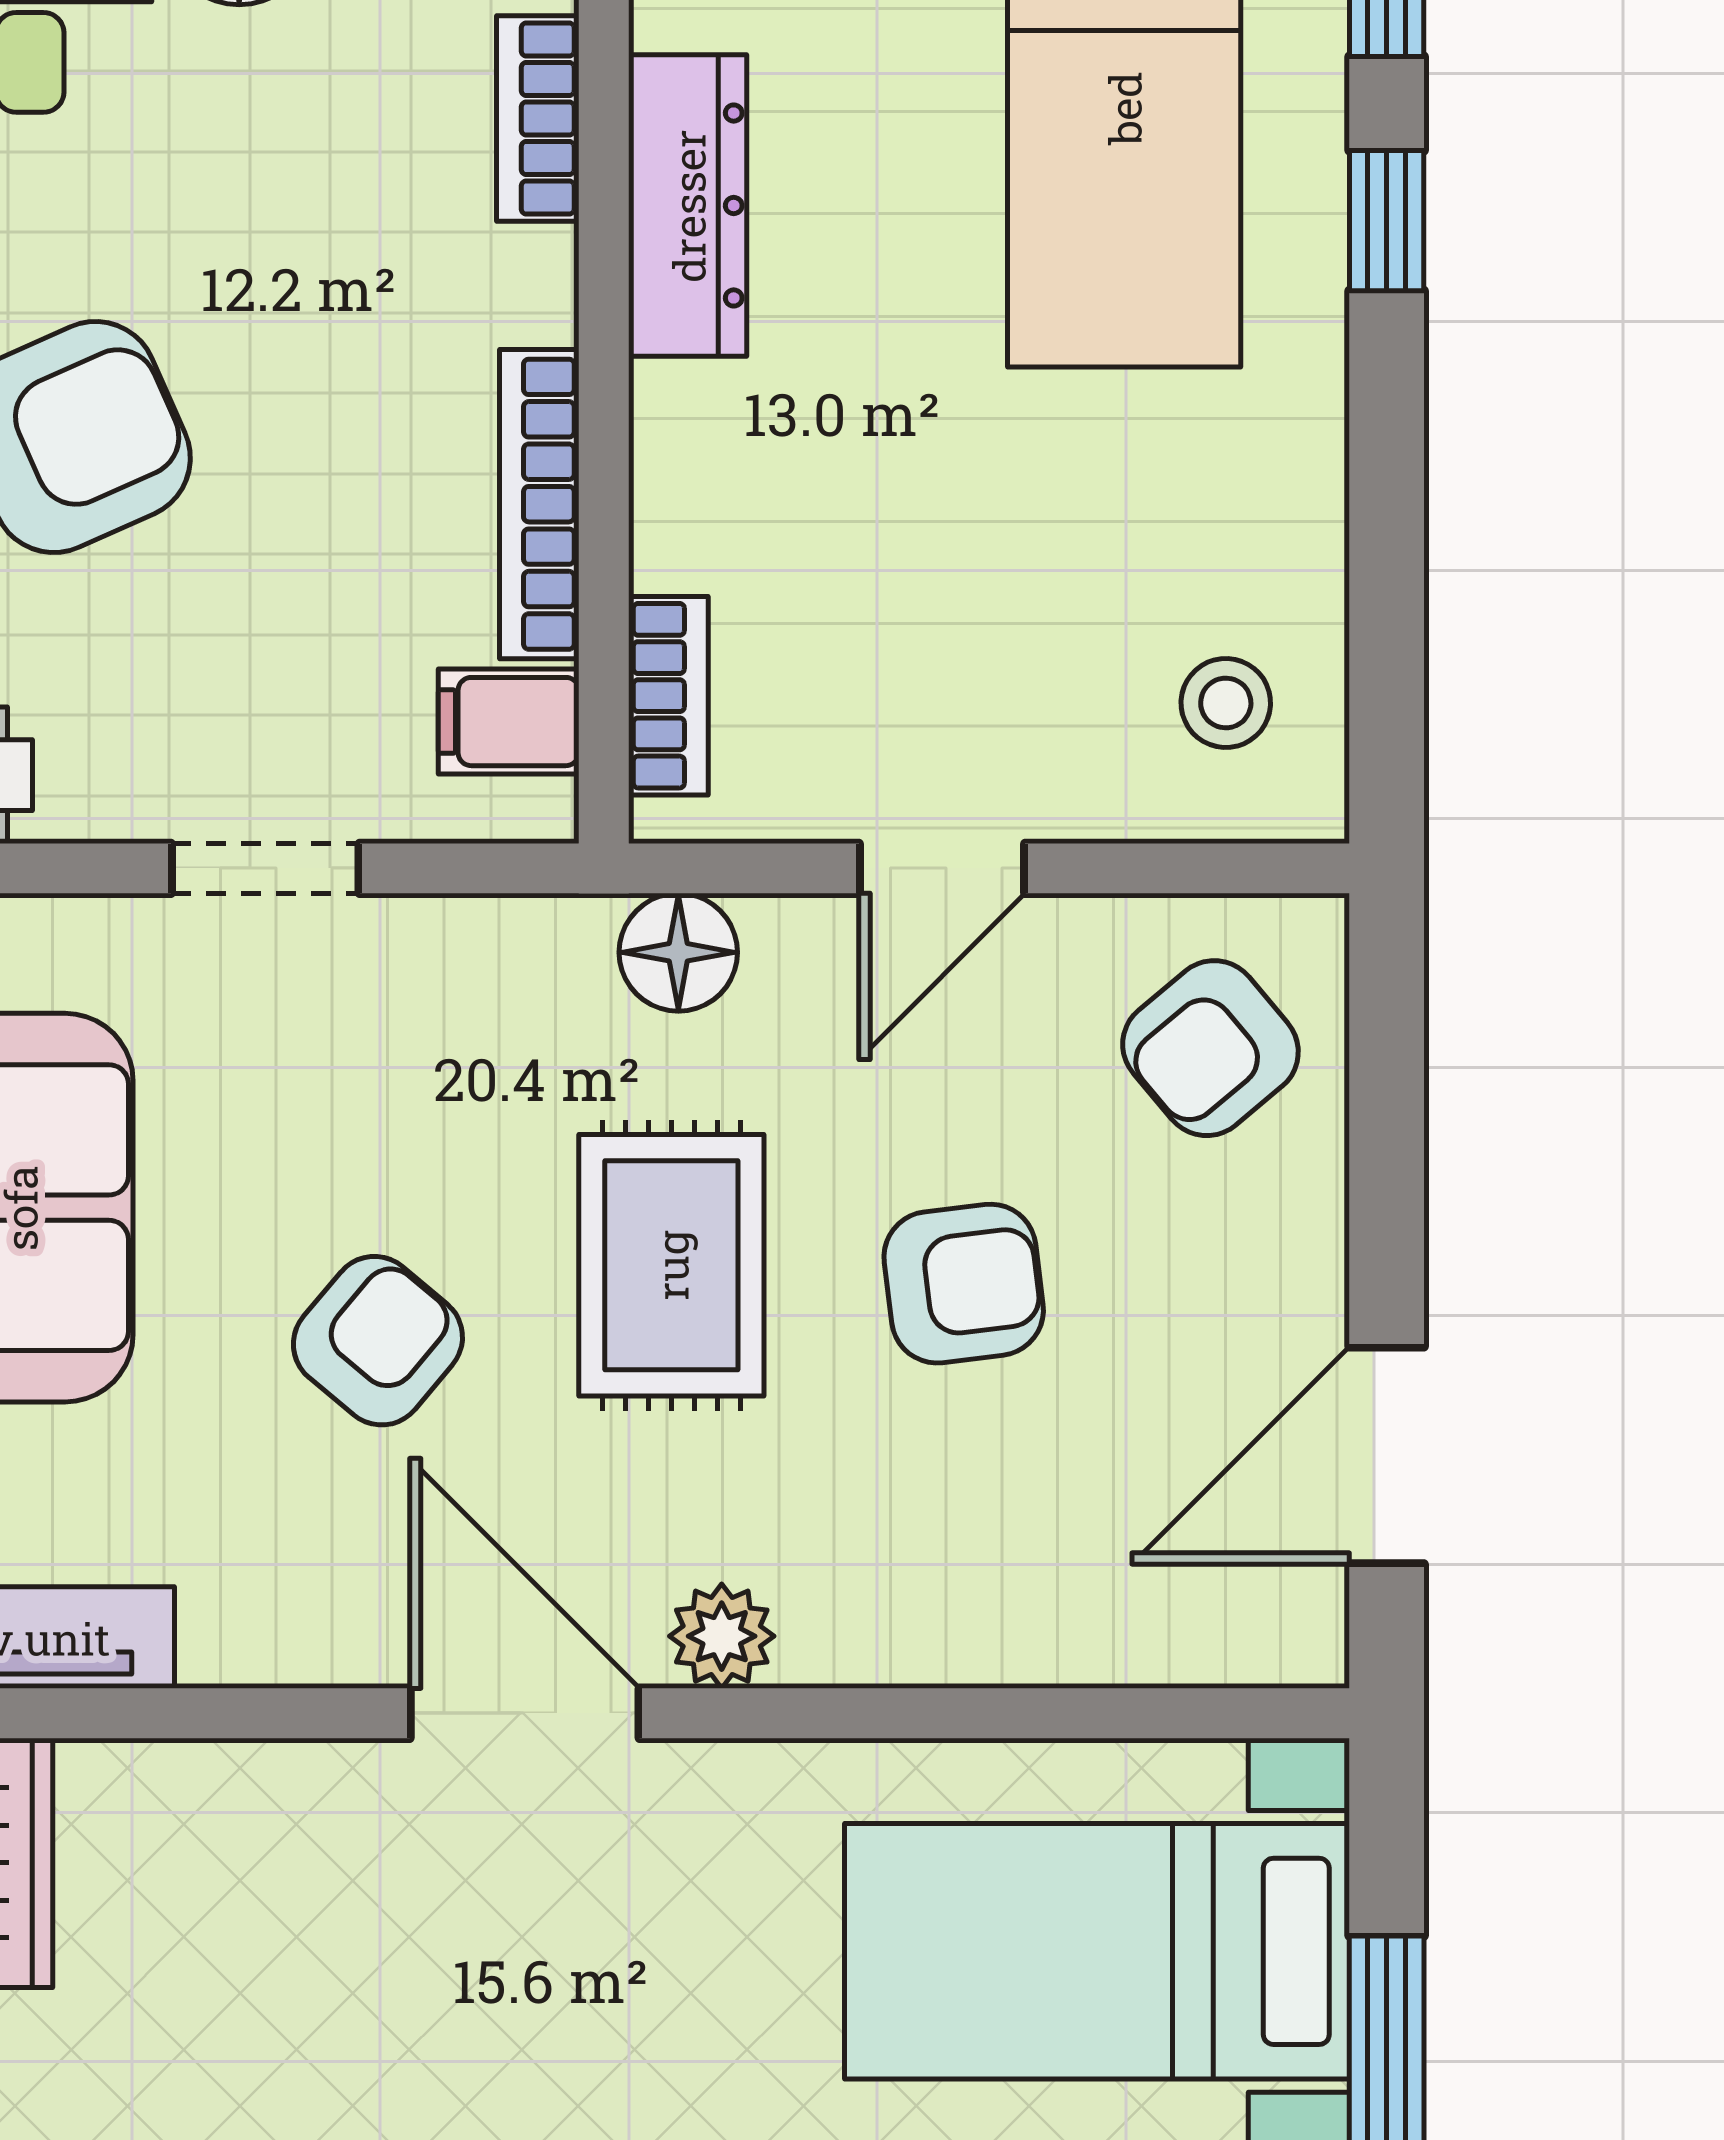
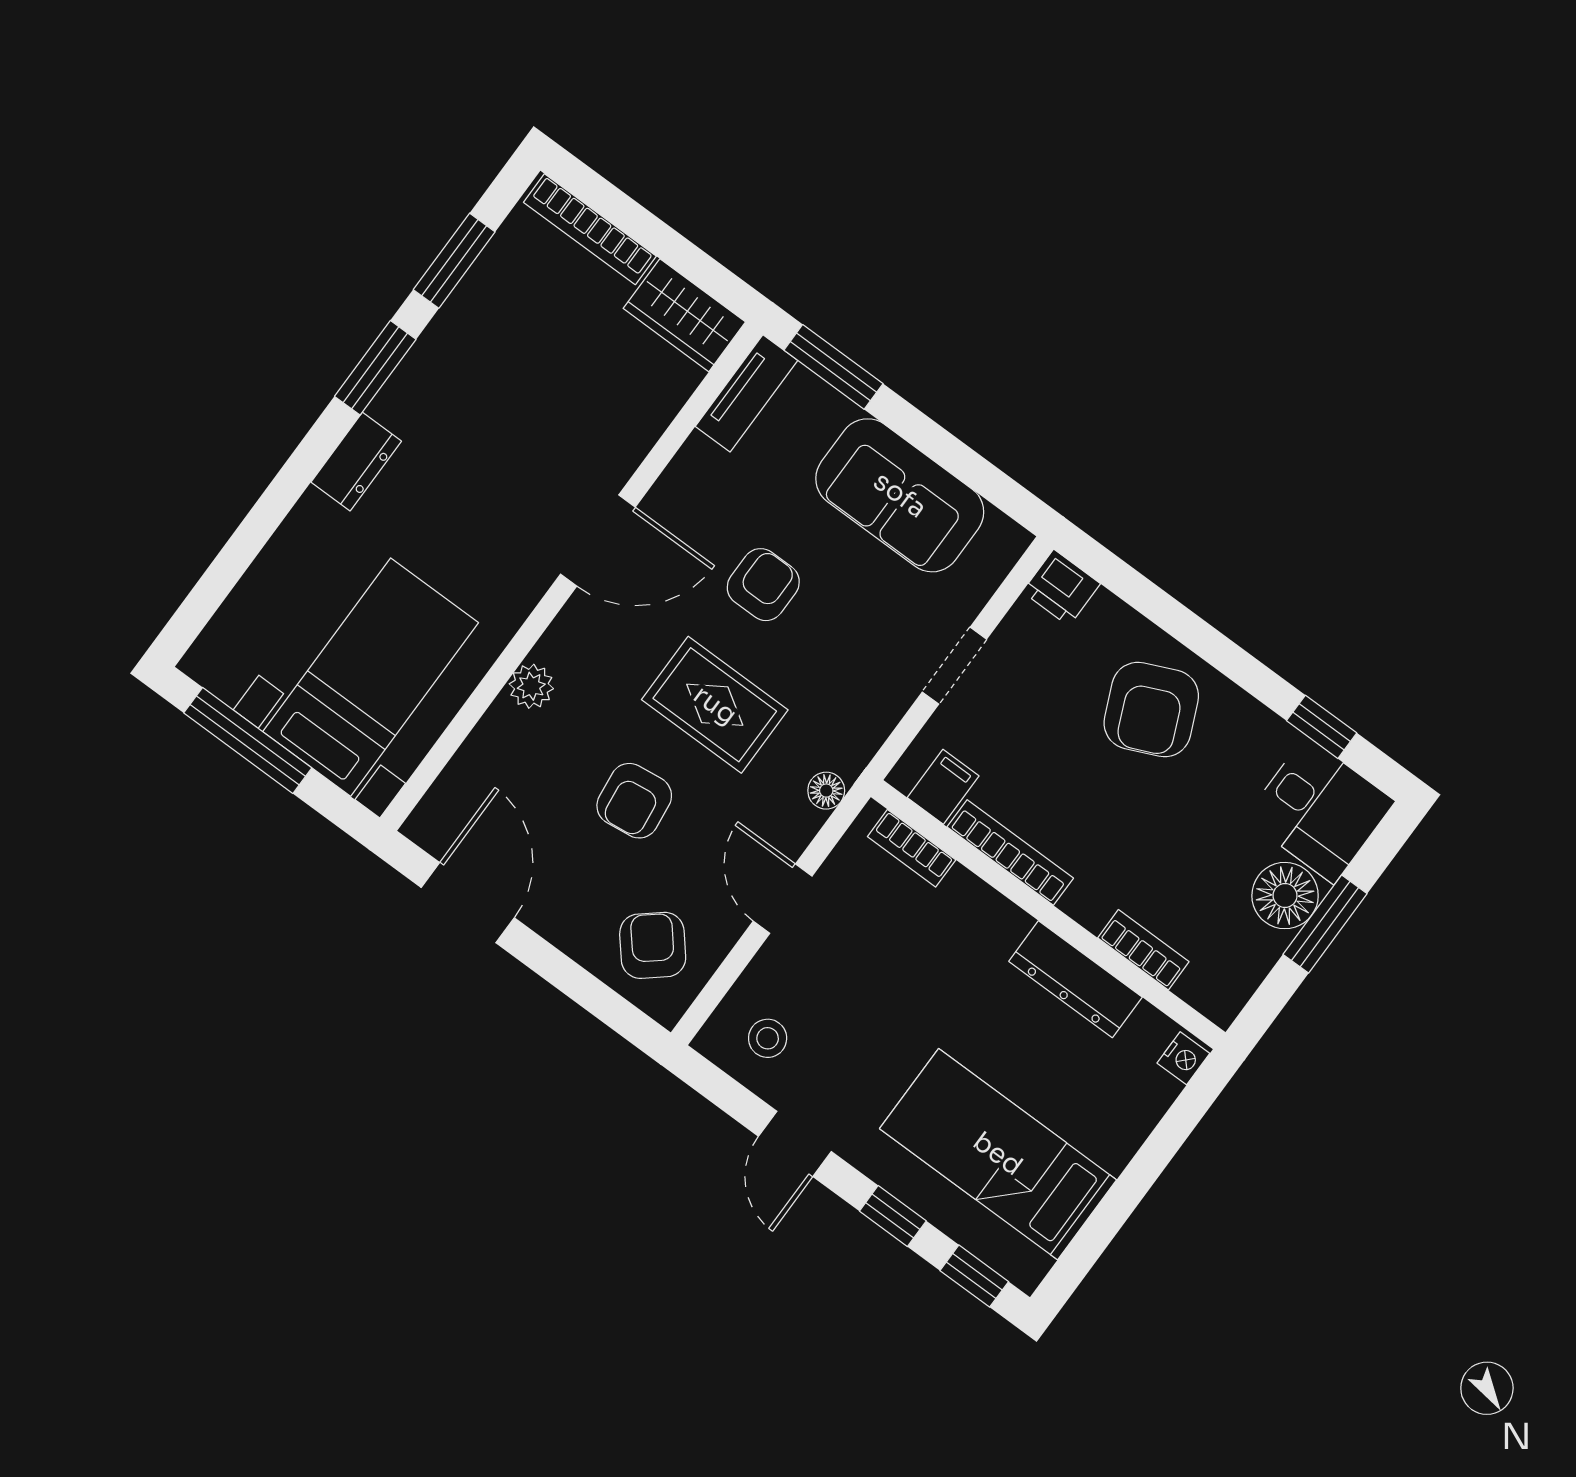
door: (1387, 505) -> (795, 1144), added
floor lamp: (678, 952) -> (826, 791), width x0.73, depth x0.73
armchair: (378, 1341) -> (763, 585), turned -130
plant: (722, 1636) -> (531, 686), moved

